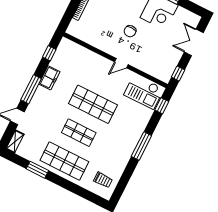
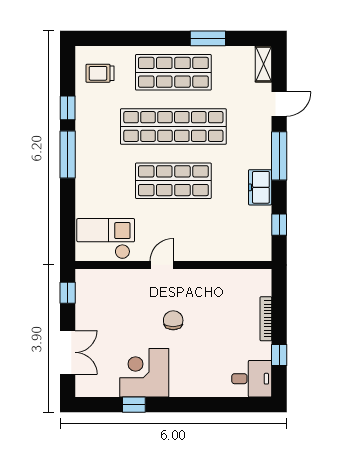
window: (162, 106) -> (68, 108), moved
shop shelf: (79, 133) -> (173, 127), width x2.00, depth x1.36

